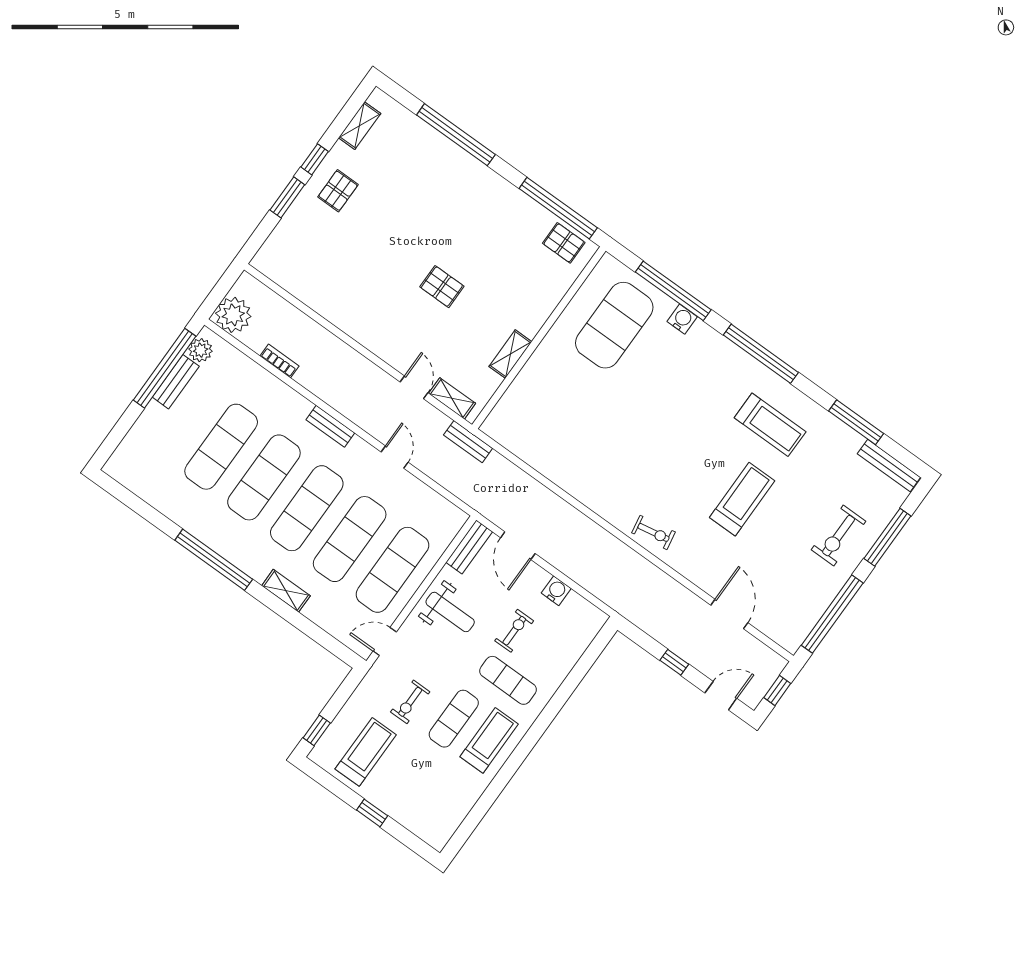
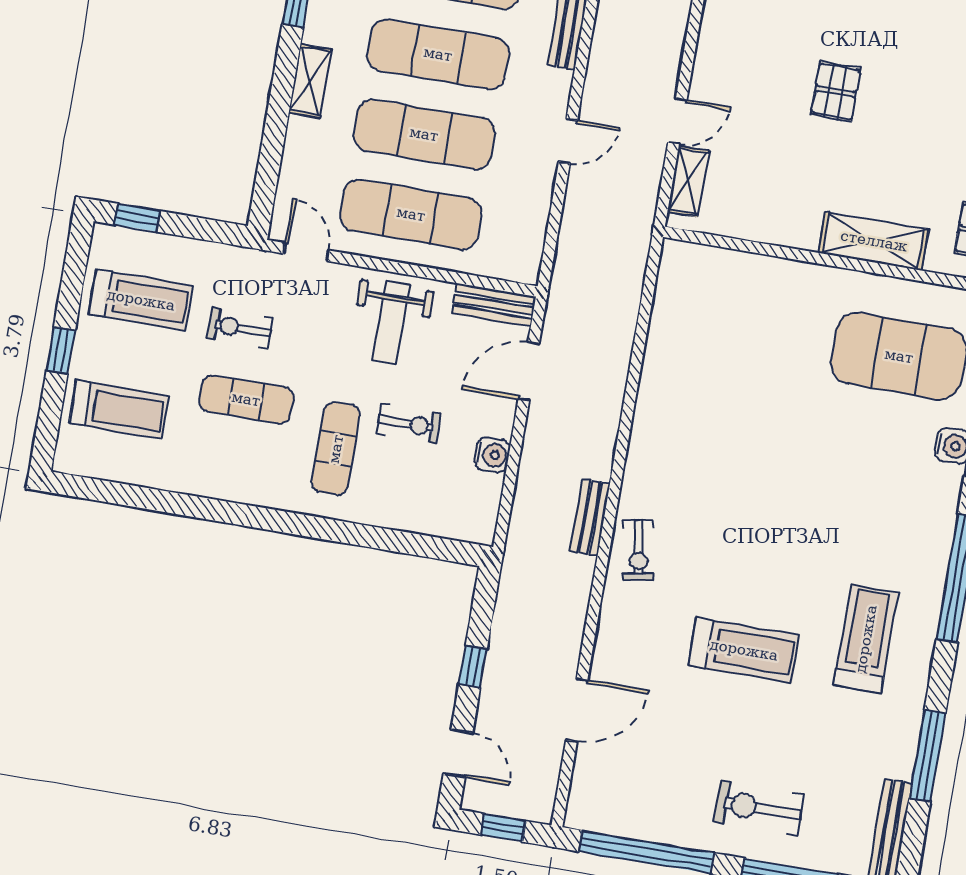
shelving: (510, 354) -> (874, 241), moved, width x1.50, depth x1.33
treadmill: (770, 425) -> (866, 639), turned 180
bench: (468, 442) -> (590, 517), moved
treadmill: (489, 740) -> (119, 410), moved

